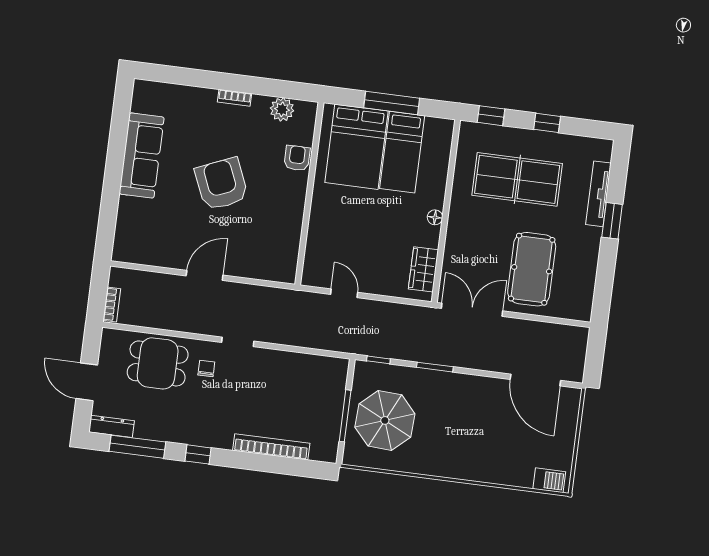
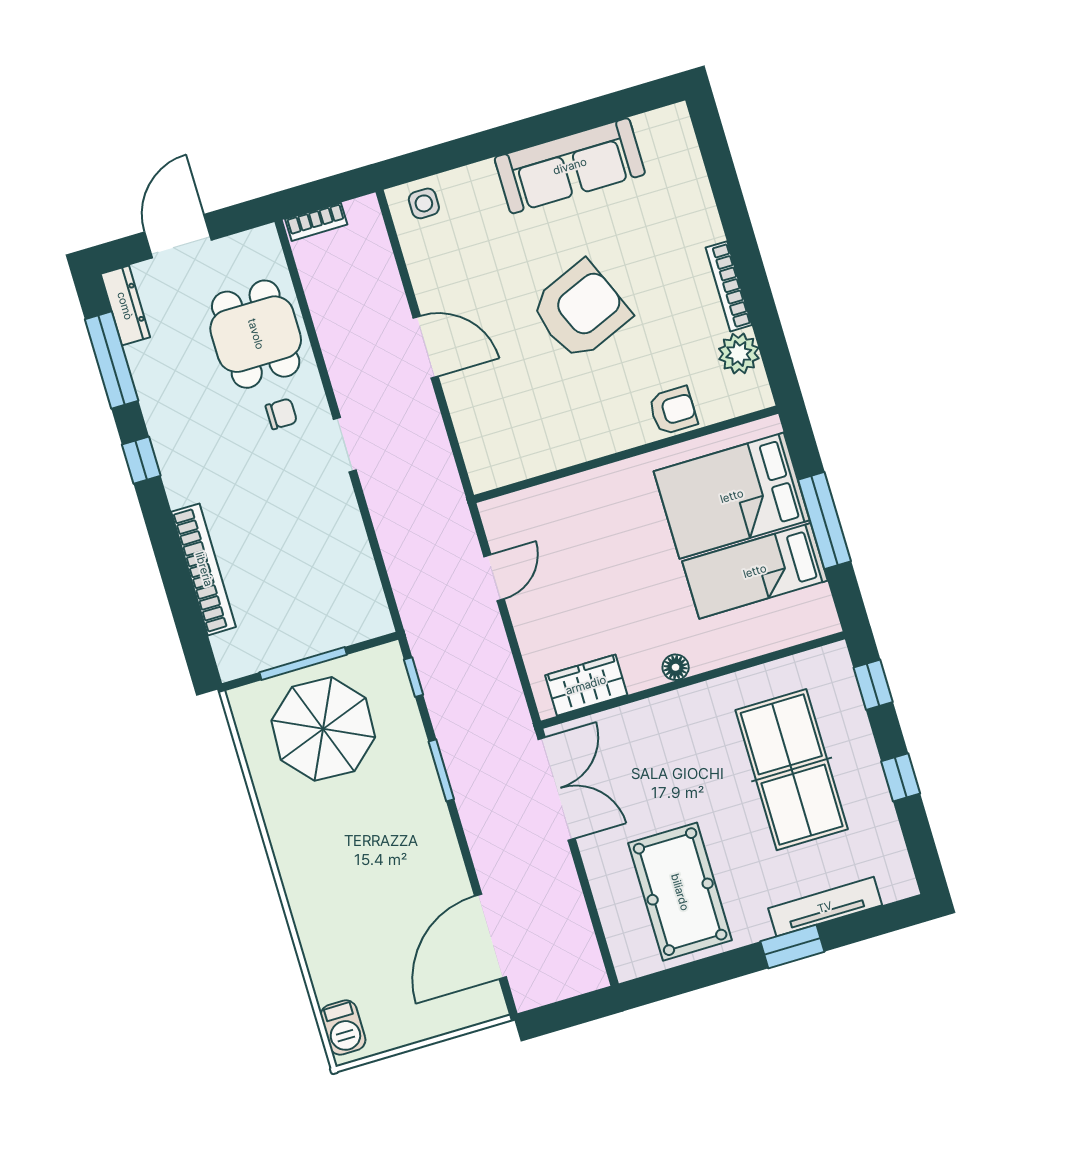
bookcase: (235, 98) -> (729, 286), width x1.56
side table: (127, 243) -> (424, 203), added
pool table: (532, 269) -> (680, 892), moved, turned 90

